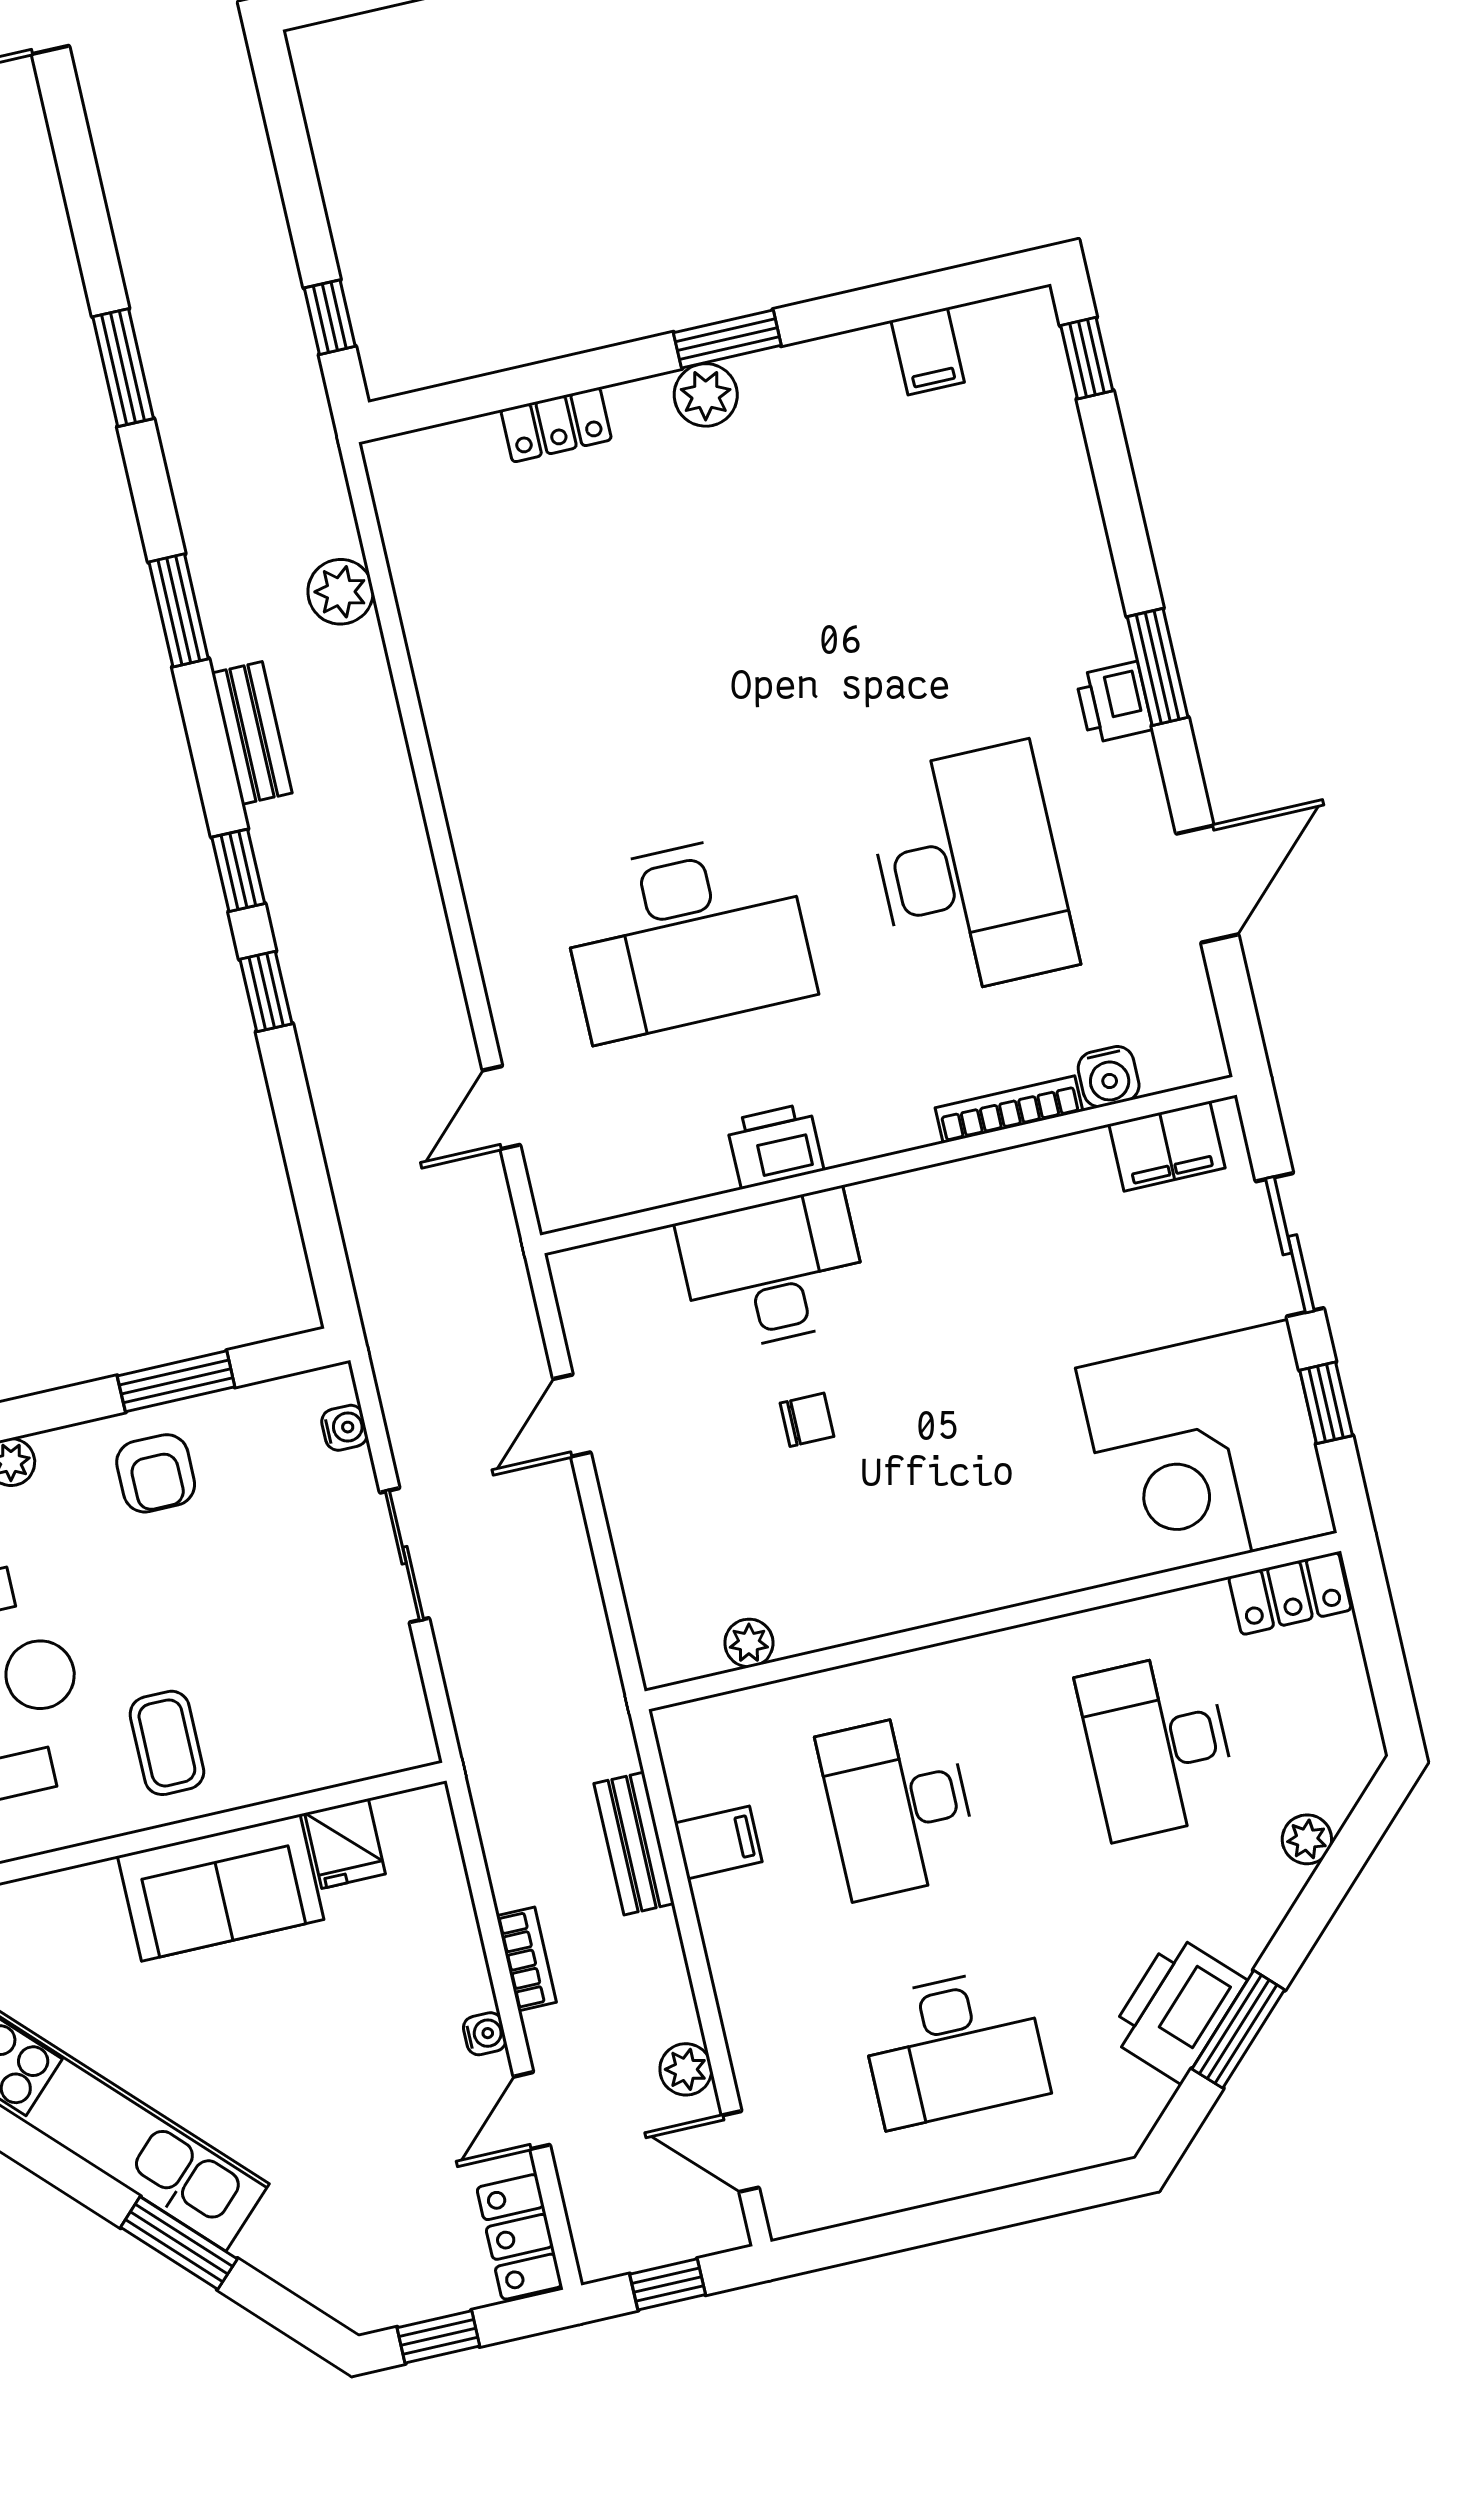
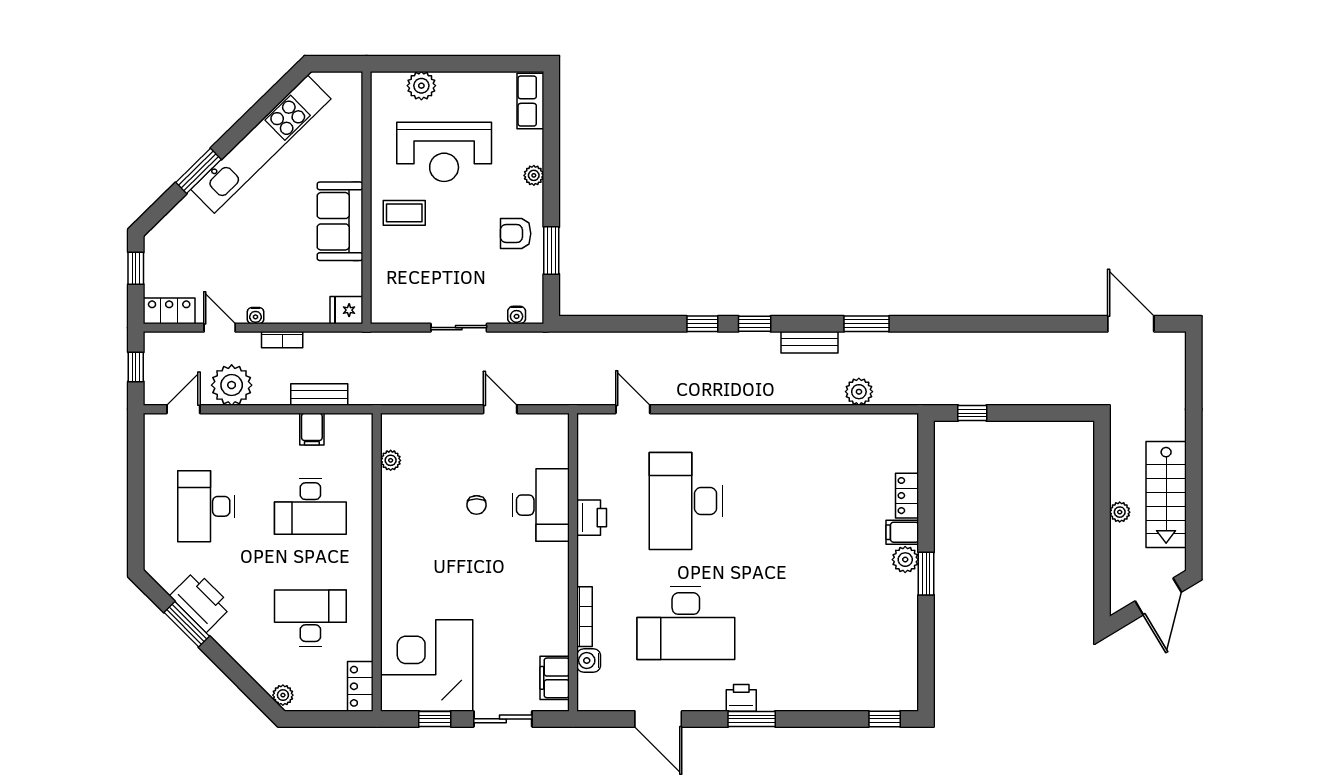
filing cabinet: (928, 351) -> (902, 532), moved
window: (123, 368) -> (971, 324), removed
desk: (898, 1805) -> (310, 506), turned 180
plant: (1307, 1839) -> (283, 695), moved
fridge: (345, 1844) -> (346, 310), moved
plant: (686, 2069) -> (232, 385), width x1.87, depth x1.87

